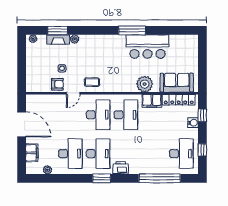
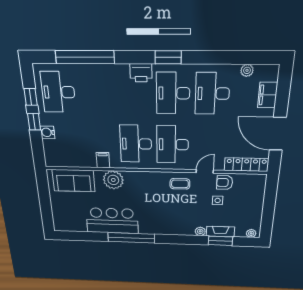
window: (132, 30) -> (131, 238), width x1.46
locker: (179, 100) -> (246, 165), moved
filing cabinet: (152, 101) -> (103, 160), width x0.50
window: (202, 115) -> (34, 122), moved

